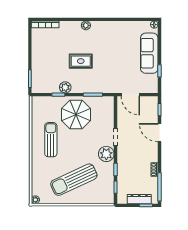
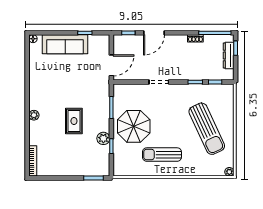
plant: (106, 154) -> (178, 92), removed

